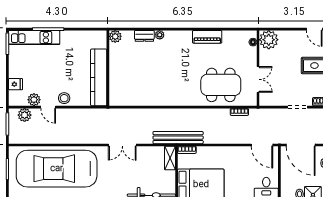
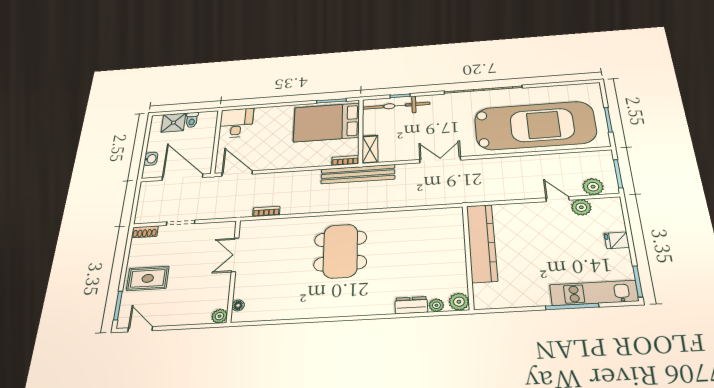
plant: (160, 35) -> (436, 305), moved
piano: (207, 37) -> (310, 309), removed
plant: (269, 40) -> (219, 316), width x0.53, depth x0.53
fridge: (15, 84) -> (617, 240), moved
dining table: (221, 85) -> (340, 251), moved, turned 90
stool: (64, 98) -> (534, 212), removed

